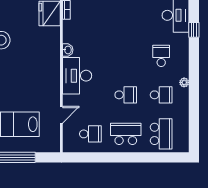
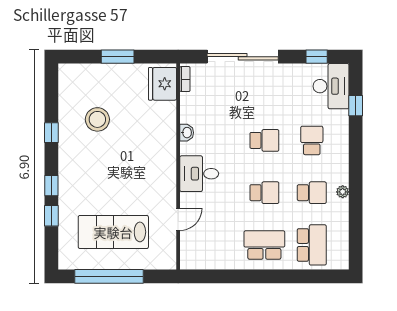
desk: (77, 76) -> (199, 174), width x0.73
plant: (184, 82) -> (343, 192), moved
school desk: (90, 134) -> (264, 140), moved

